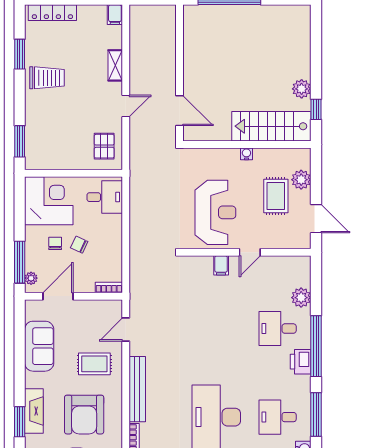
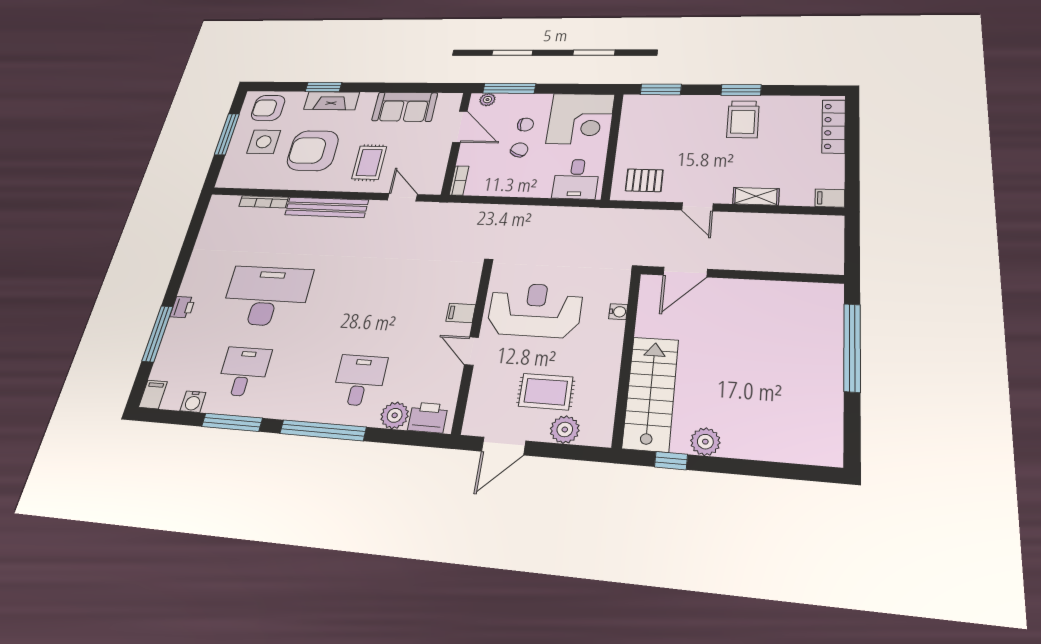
window: (20, 54) -> (741, 90), moved
water cooler: (246, 154) -> (618, 312), moved
reception desk: (215, 212) -> (535, 310), turned 180
printer: (301, 362) -> (428, 418), moved

